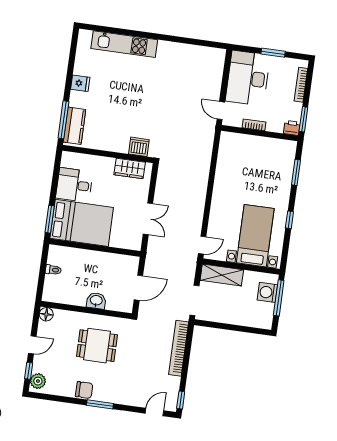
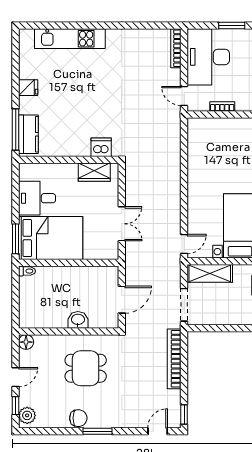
bookcase: (219, 66) -> (176, 48), added
toilet: (53, 270) -> (27, 271), moved

